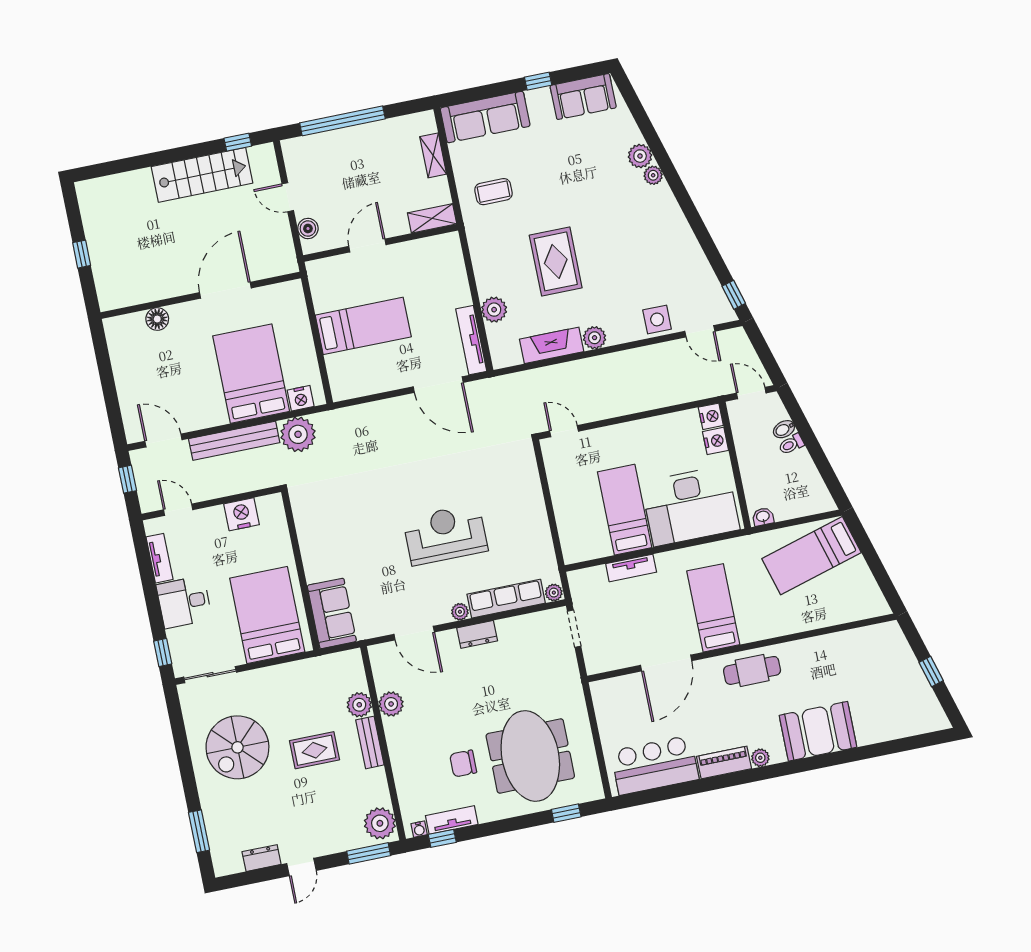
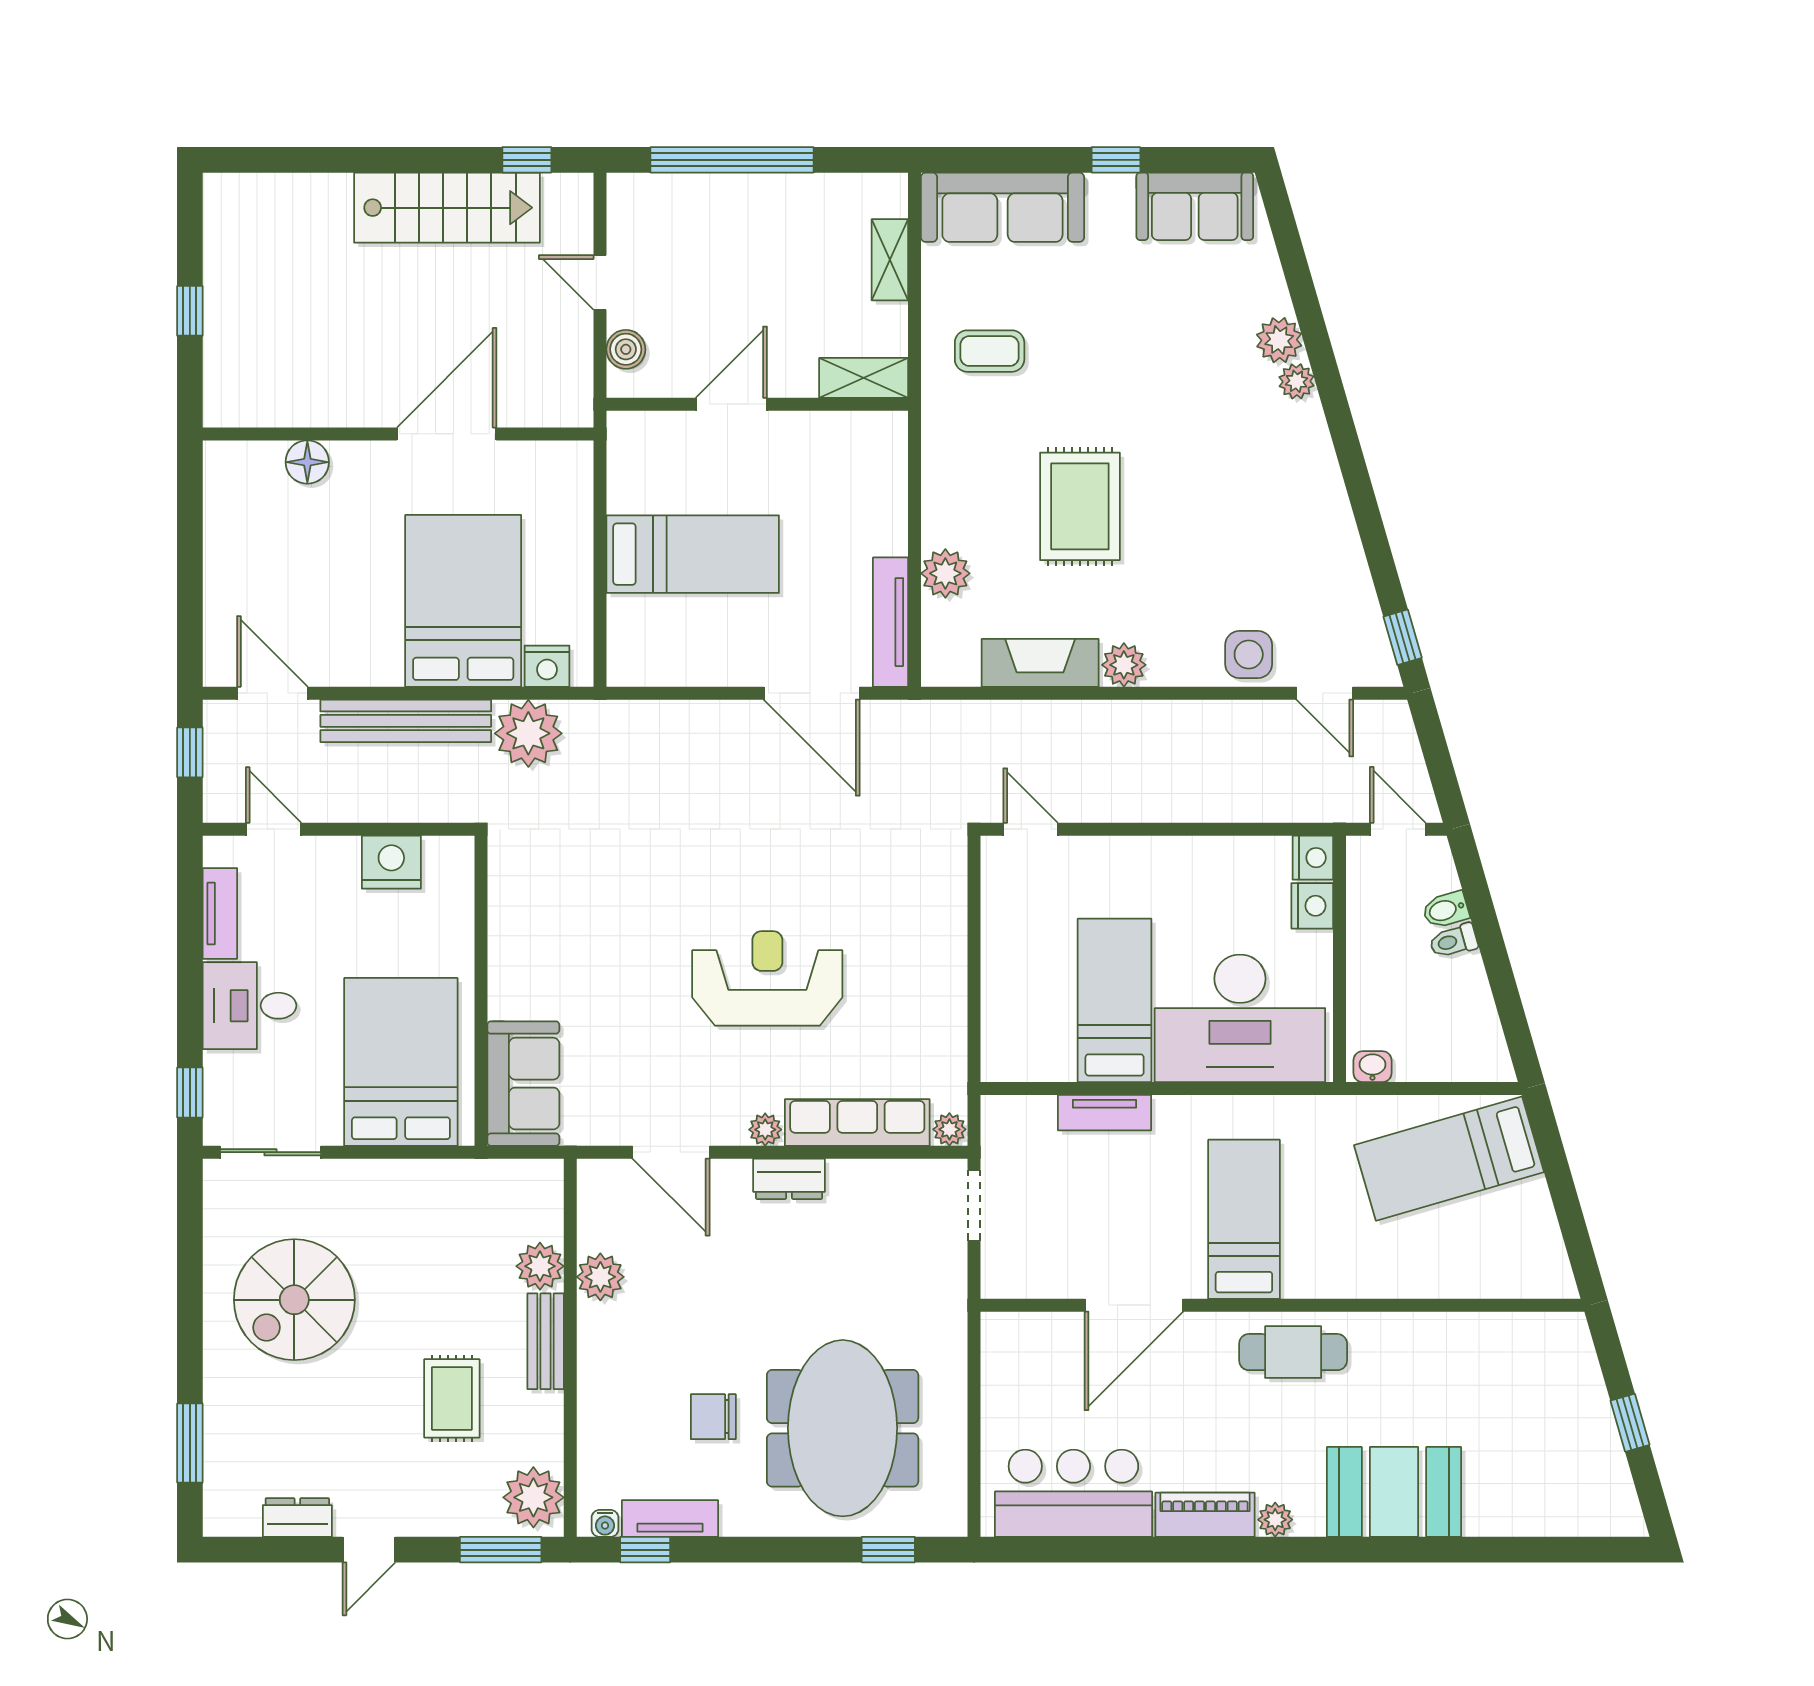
rug: (314, 750) -> (452, 1398), moved, turned 90

